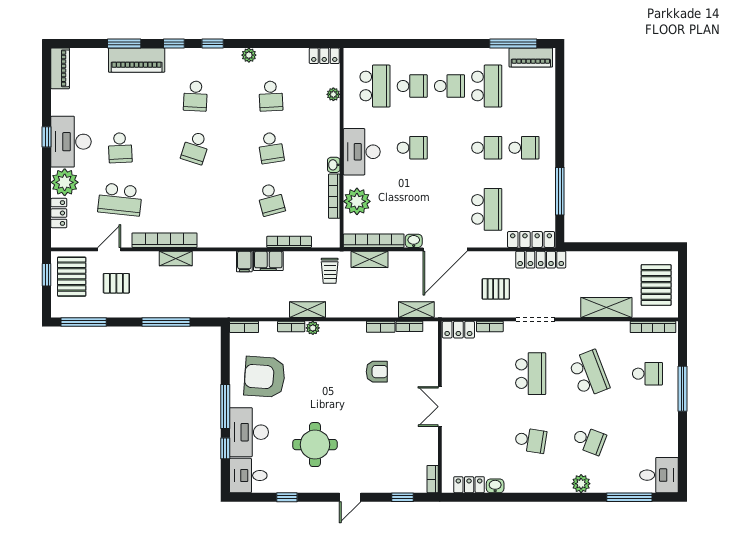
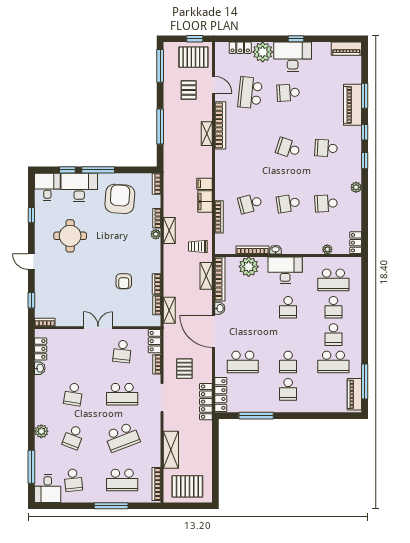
school desk: (472, 374) -> (122, 351), added
school desk: (647, 374) -> (122, 480), width x1.85
school desk: (647, 440) -> (73, 480), added

